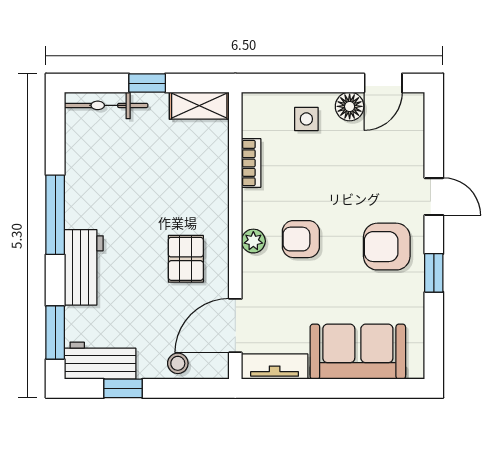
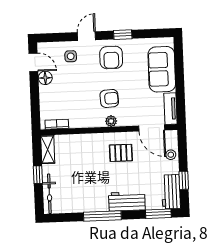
side table: (306, 119) -> (71, 56), moved
bookcase: (251, 163) -> (57, 124), moved
armchair: (301, 239) -> (109, 98), turned -93

